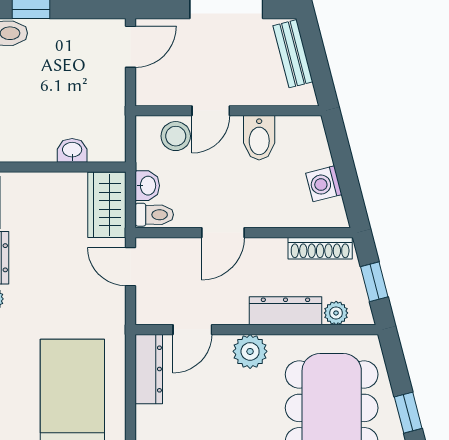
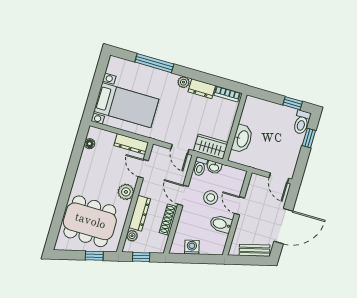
stool: (176, 136) -> (211, 198), moved
washbasin: (72, 150) -> (242, 139), width x1.91, depth x1.45
shoe rack: (320, 248) -> (168, 220), moved
door: (131, 267) -> (180, 149), swing flipped
window: (408, 413) -> (94, 256), moved

